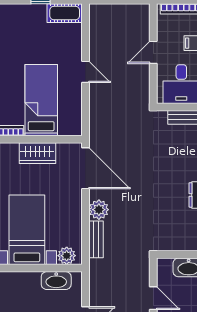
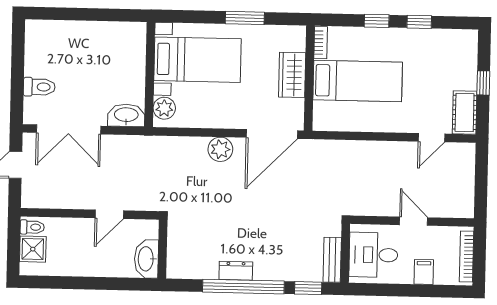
door: (86, 72) -> (432, 138), moved
bench: (96, 239) -> (184, 145), removed
washbasin: (56, 281) -> (126, 115), moved, turned 90

